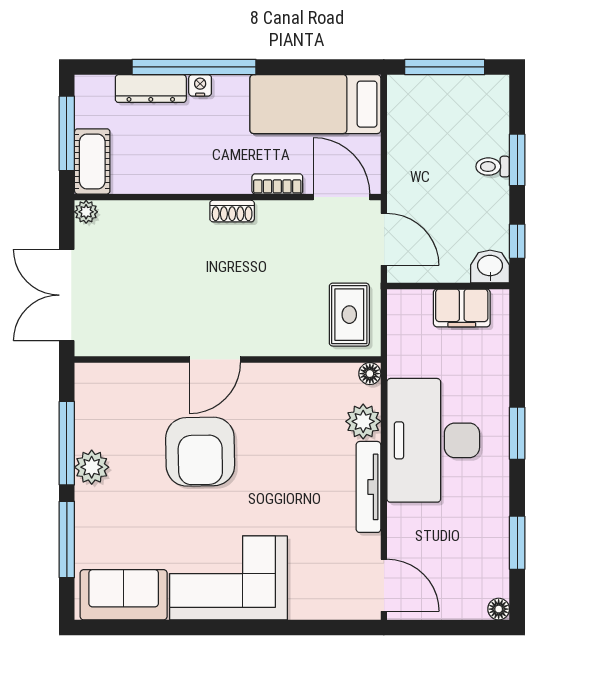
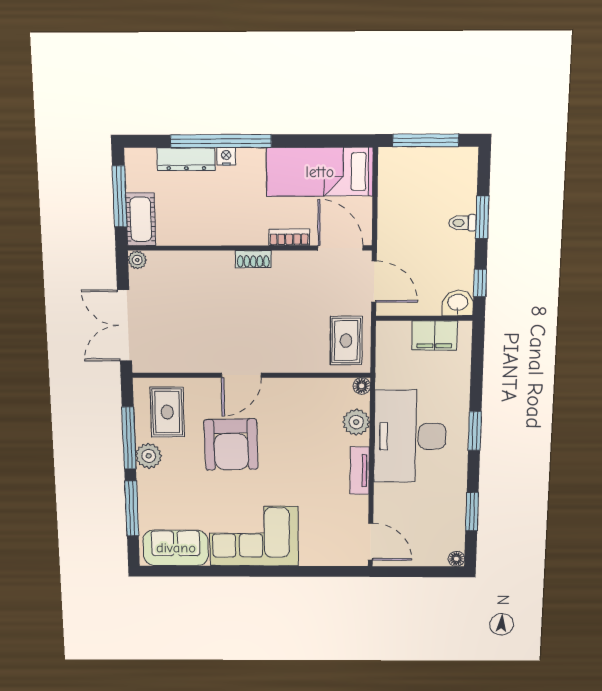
rug: (118, 408) -> (167, 412), added
tv unit: (368, 487) -> (360, 471), width x0.71

